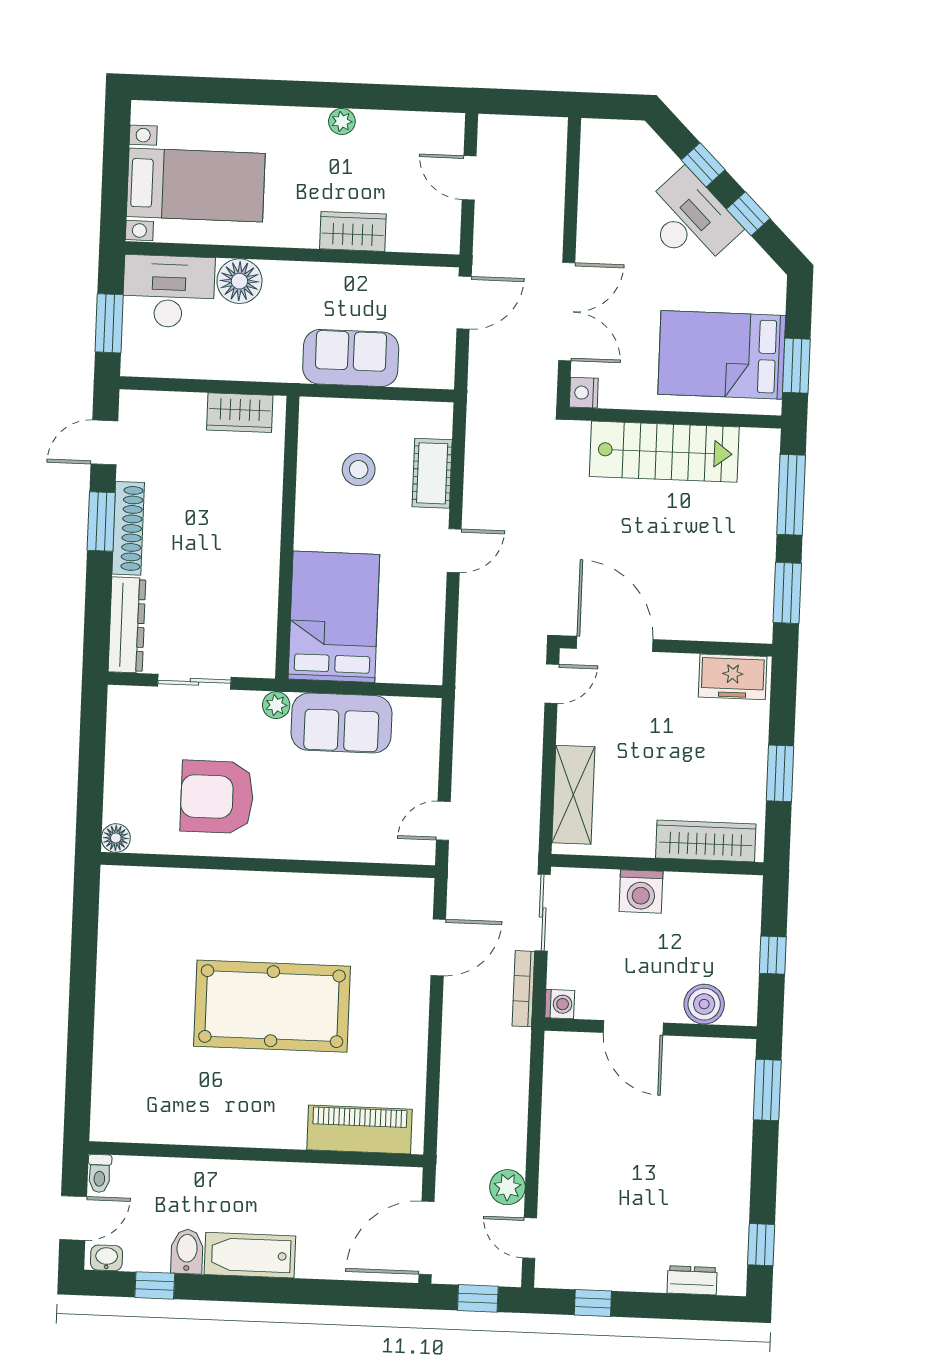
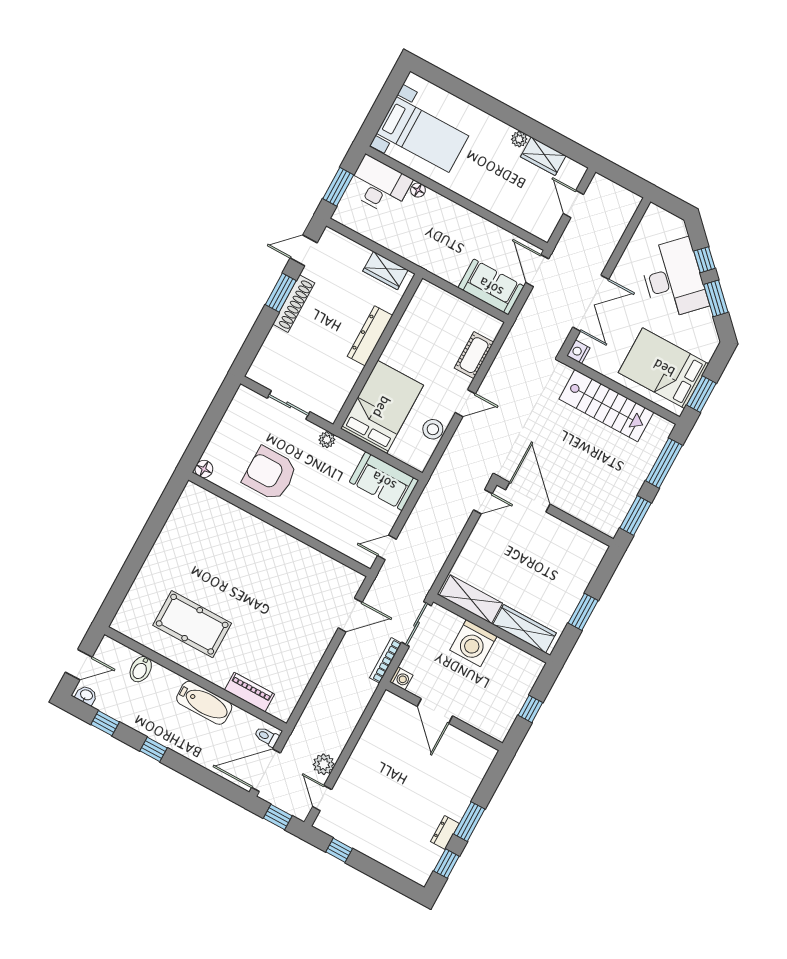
window: (748, 214) -> (716, 298), width x1.50
desk: (690, 220) -> (673, 279), width x1.36, depth x1.30
wardrobe: (353, 231) -> (543, 156), moved, turned 180
floor lamp: (239, 281) -> (418, 190), width x0.53, depth x0.53
door: (464, 303) -> (537, 271), swing flipped
sofa: (351, 358) -> (491, 287), moved
stool: (359, 470) -> (433, 429), moved
dresser: (127, 625) -> (370, 336), moved, turned 180
freezer: (733, 677) -> (583, 547), removed
sofa: (342, 723) -> (384, 481), moved
shelving: (573, 795) -> (471, 599), moved, turned 90
washing machine: (641, 891) -> (473, 643), width x1.37, depth x1.37
boiler: (704, 1004) -> (480, 717), removed
pool table: (272, 1006) -> (192, 624), moved, width x0.73, depth x0.76
window: (767, 1090) -> (469, 822), moved
piano: (359, 1129) -> (249, 692), width x0.73, depth x0.75
toilet: (100, 1173) -> (267, 737), moved, turned 90
bidet: (187, 1251) -> (141, 669), moved, turned 180
bathtub: (250, 1255) -> (204, 703), moved, turned 180
dresser: (692, 1280) -> (445, 832), moved, turned -90
window: (245, 1289) -> (153, 749), added

